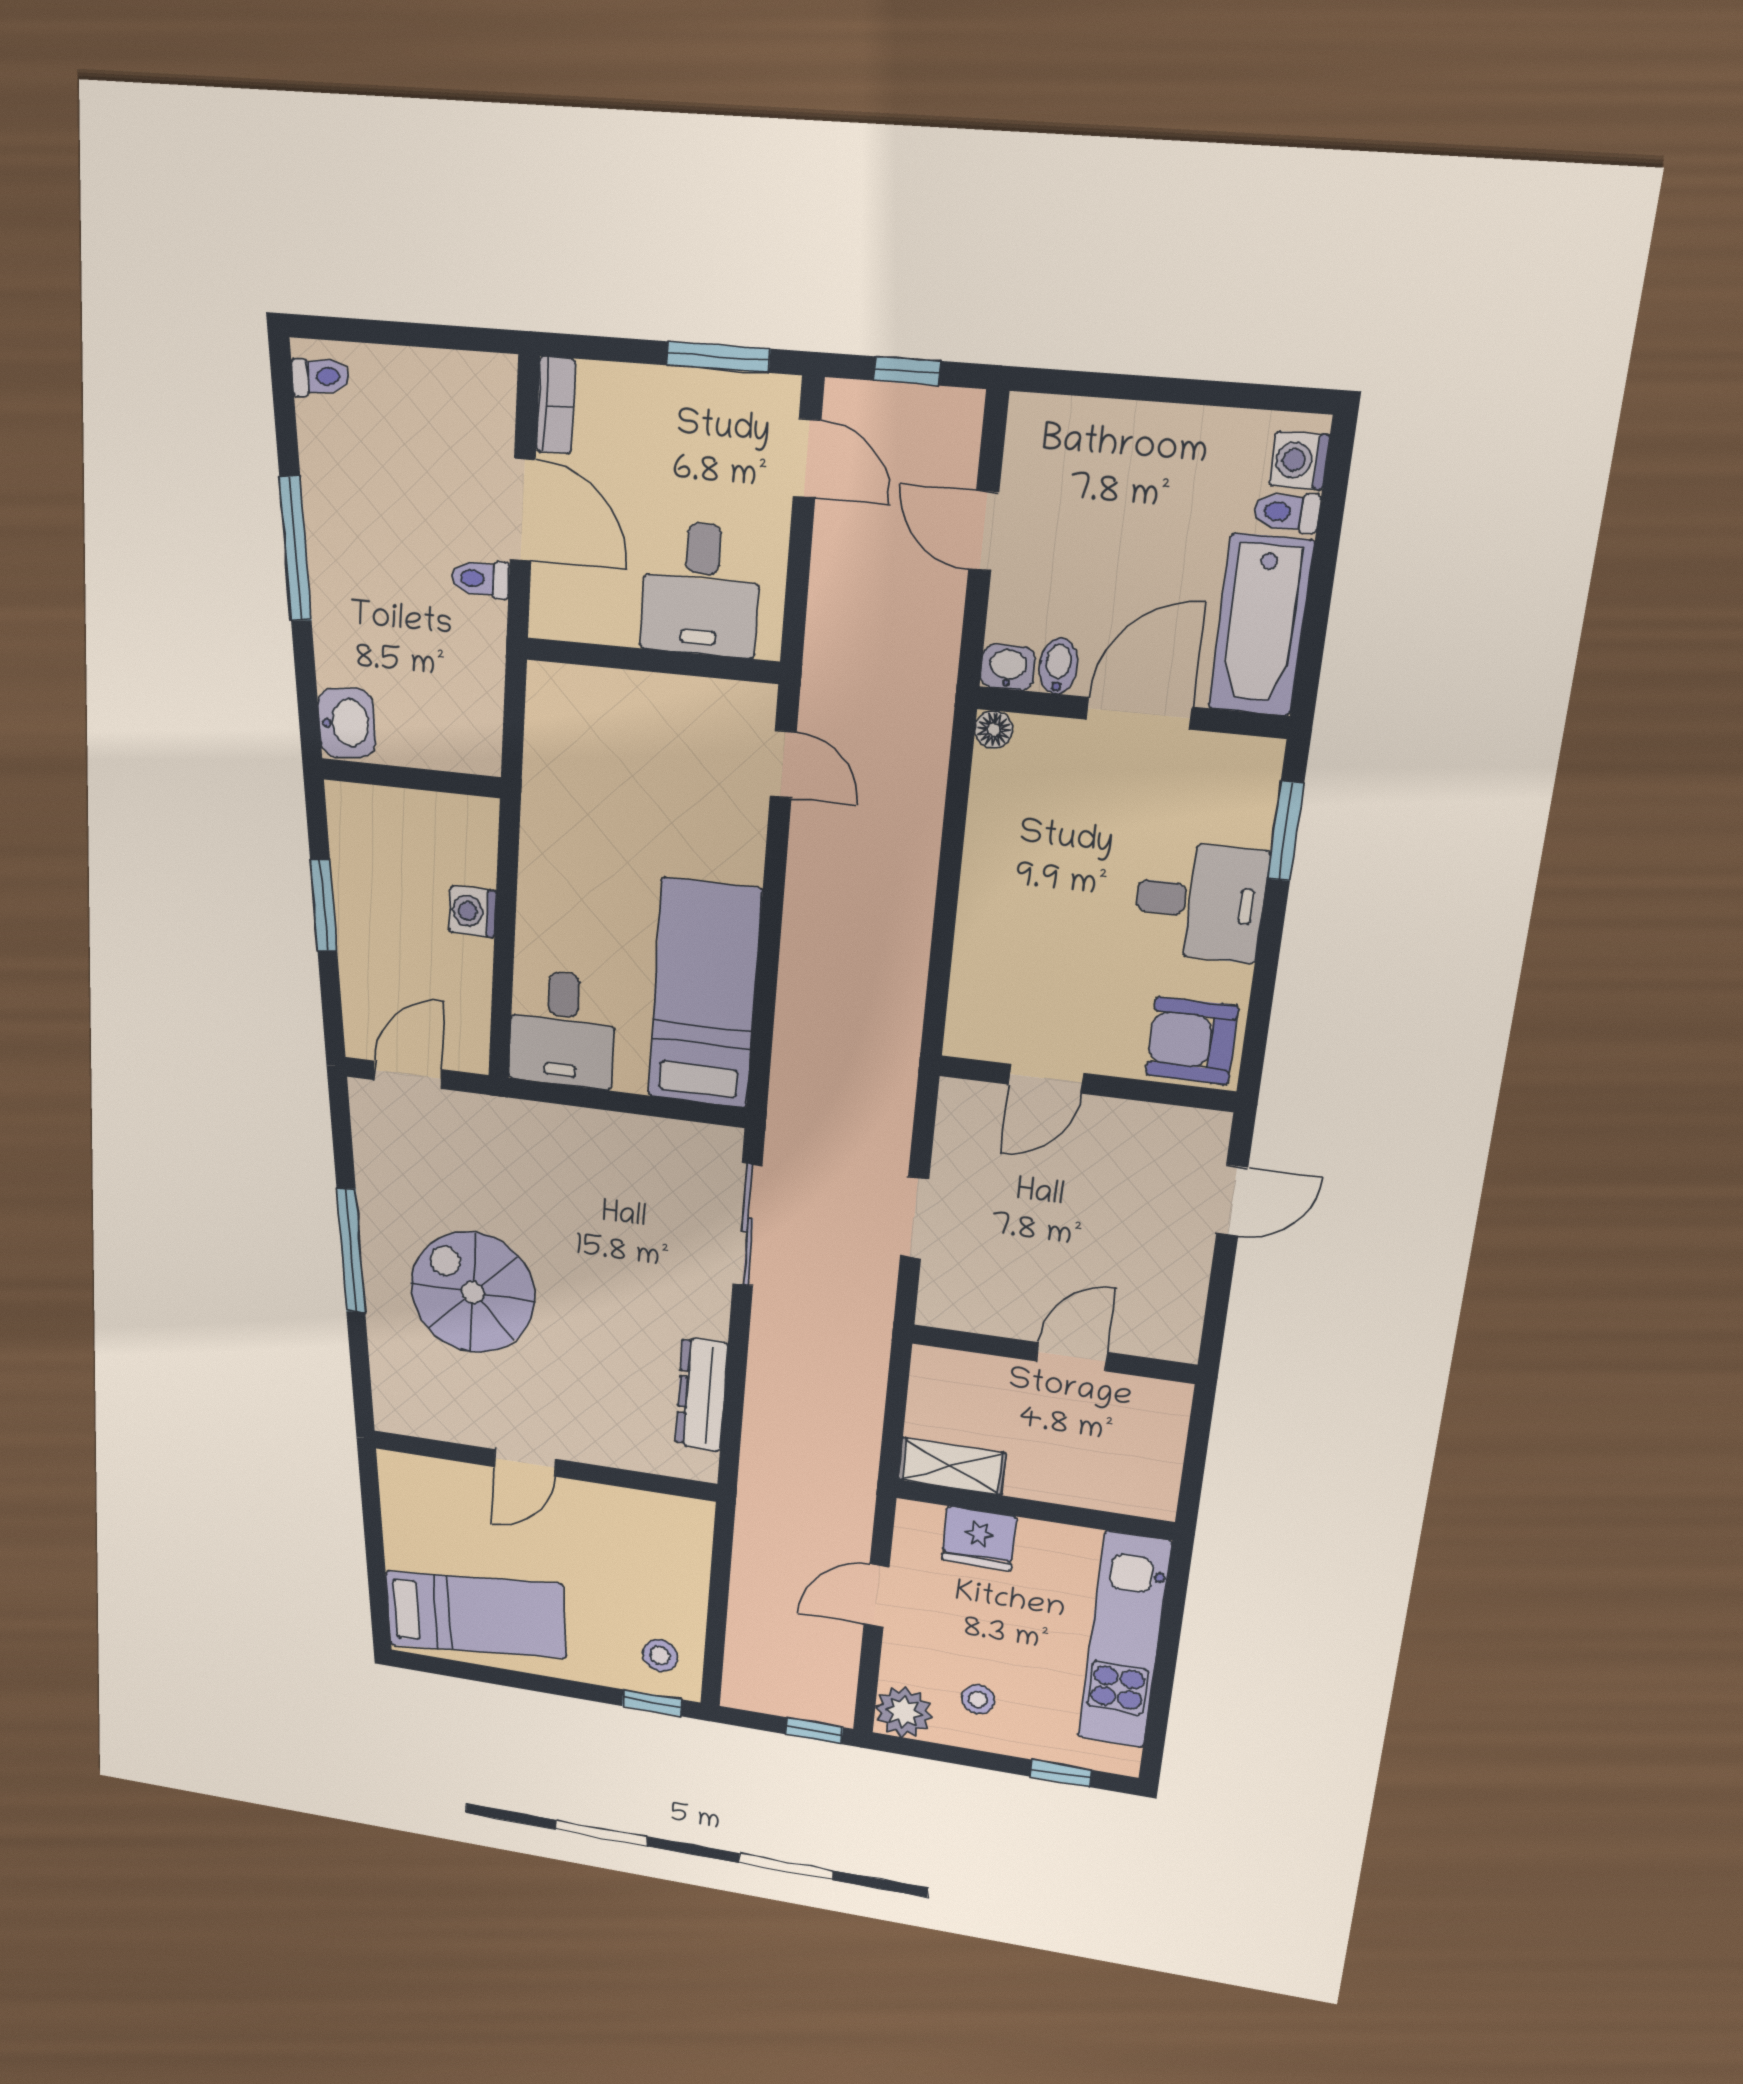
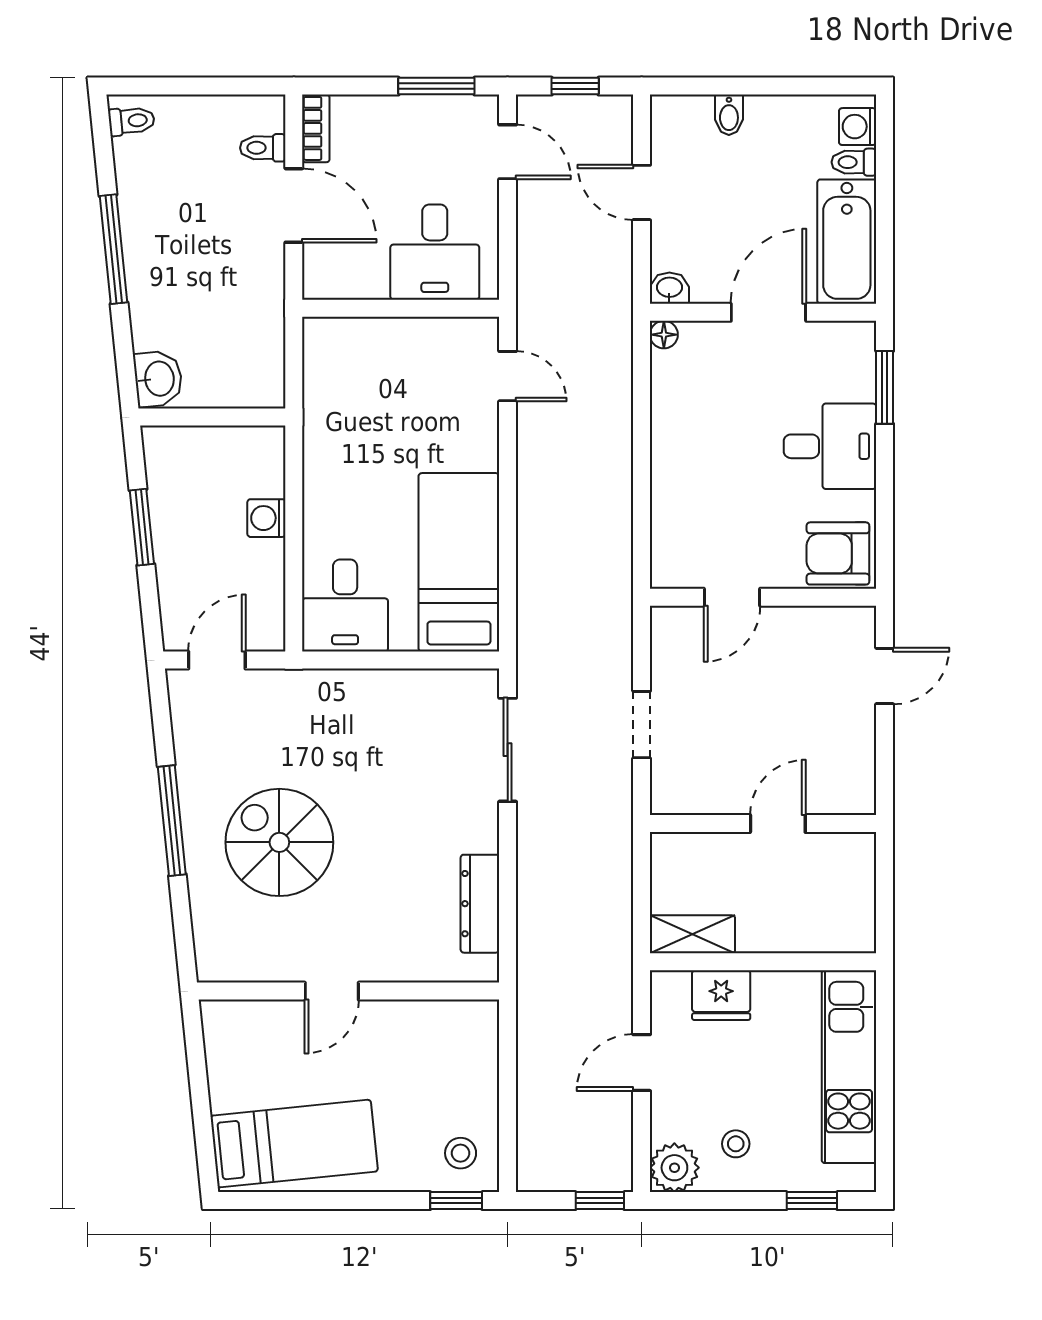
toilet: (480, 579) -> (263, 148), moved
bidet: (1058, 666) -> (729, 115), moved, turned 180

